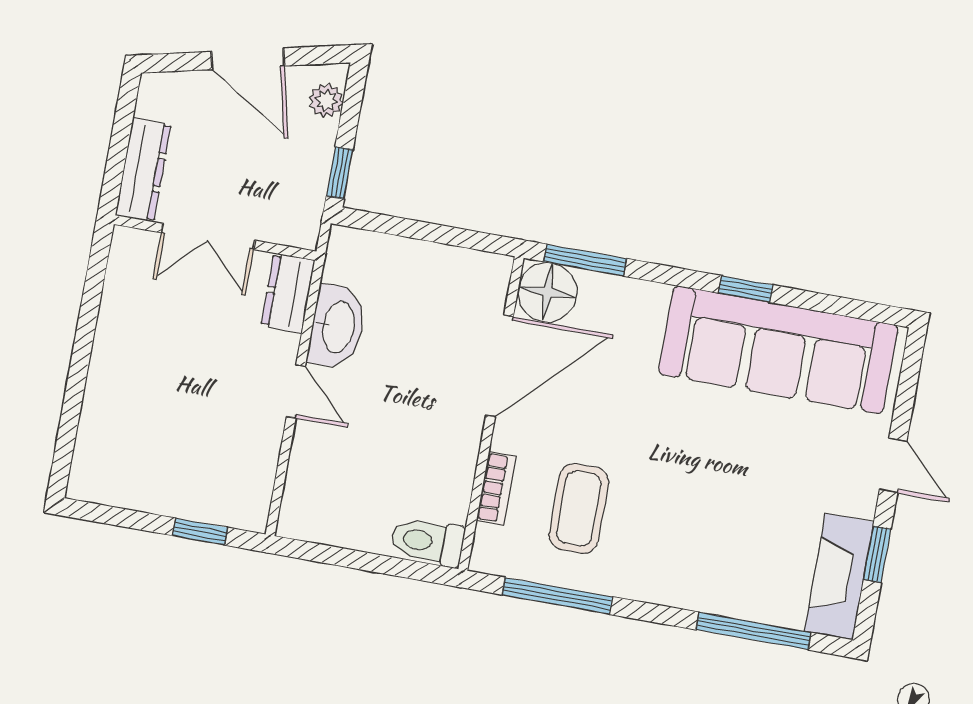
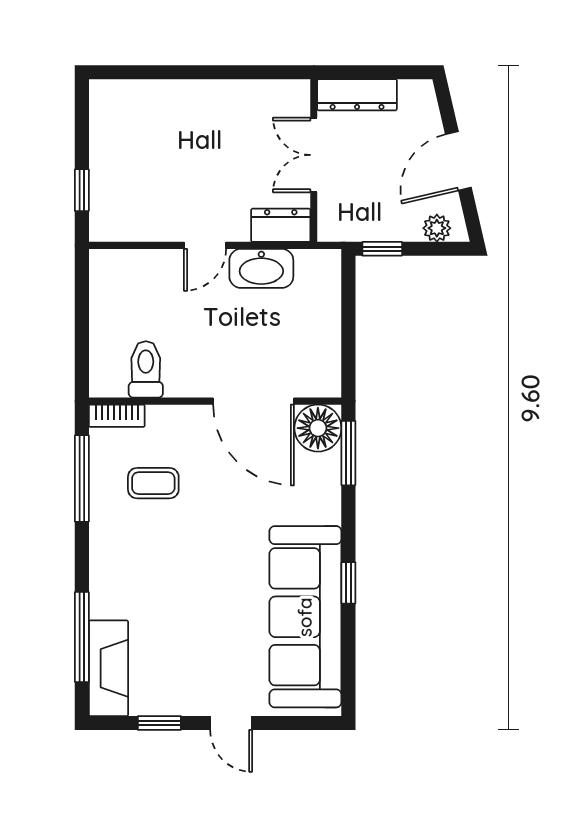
door: (893, 465) -> (231, 723), hinge flipped
bookcase: (496, 488) -> (117, 416), moved
coffee table: (579, 508) -> (153, 483), width x0.73, depth x0.77
toilet: (427, 542) -> (146, 369), moved
fireplace: (839, 577) -> (108, 668), moved, turned 90

